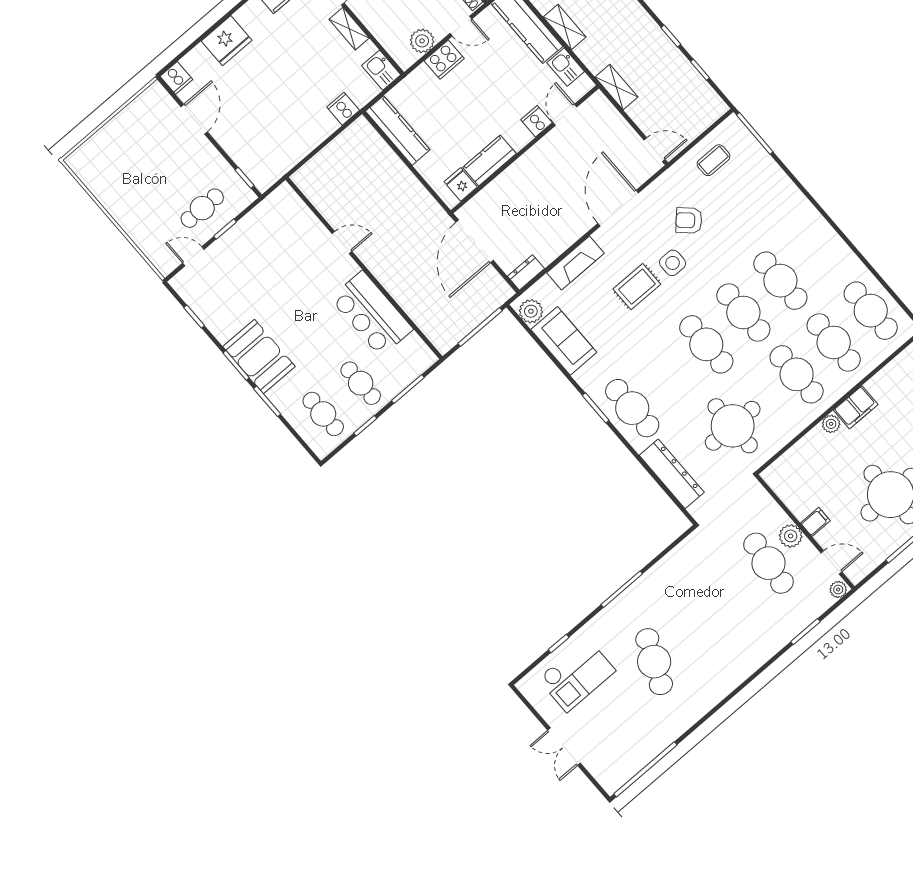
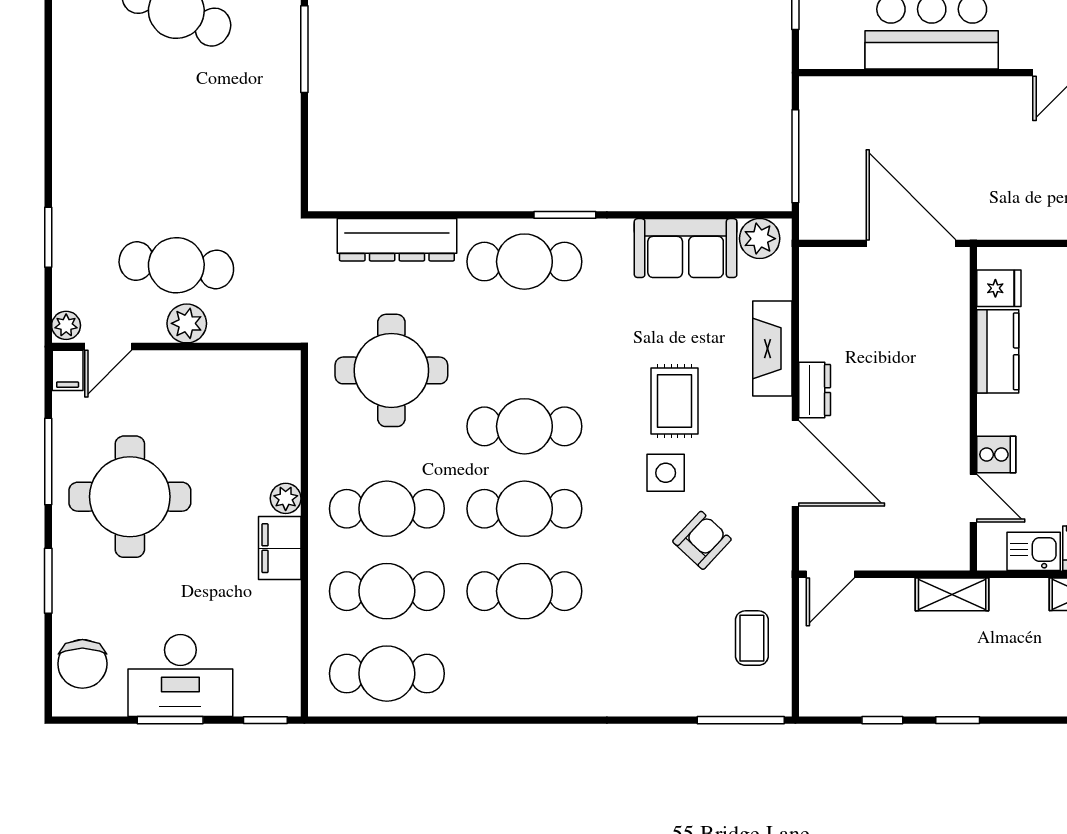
dresser: (526, 272) -> (815, 390), moved
filing cabinet: (815, 522) -> (68, 370), moved

